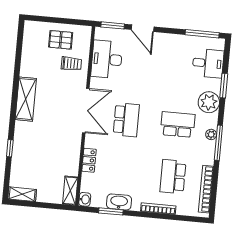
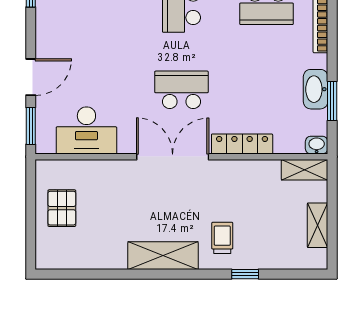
trolley: (71, 64) -> (222, 238), moved
locker: (89, 160) -> (242, 144), width x1.53
shelving: (22, 194) -> (318, 225), moved

